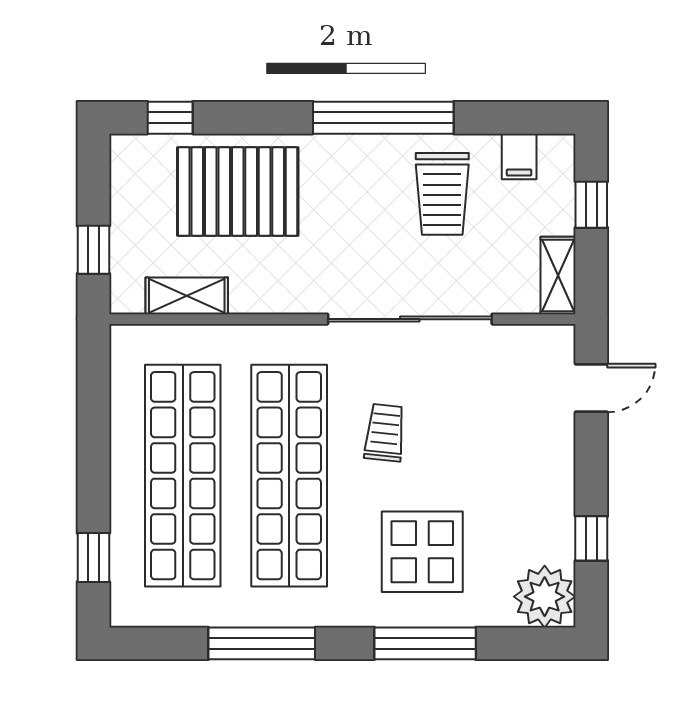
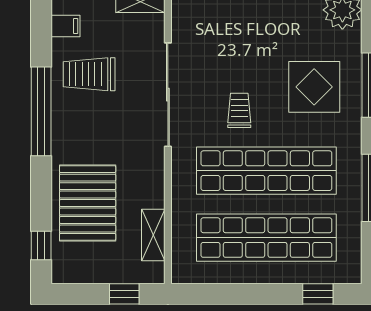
trolley: (442, 194) -> (89, 74), turned 180
trolley: (385, 433) -> (239, 110), turned 84

